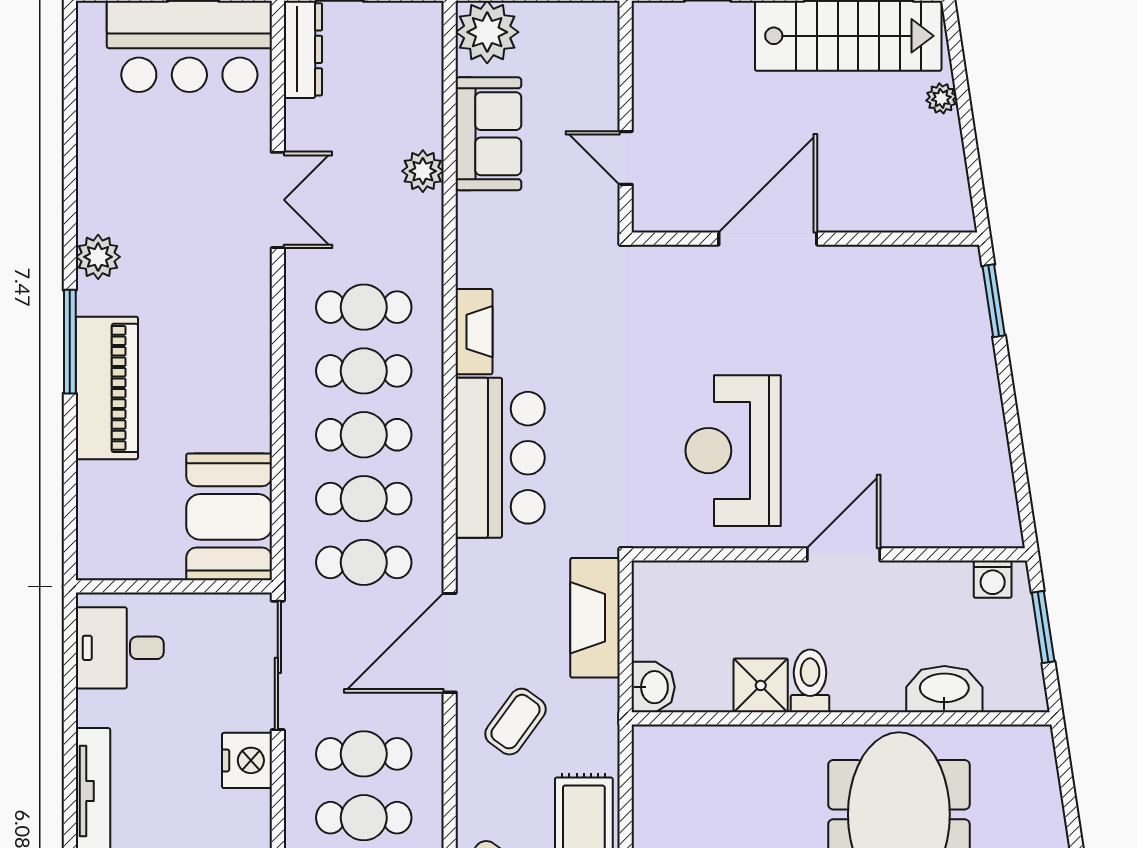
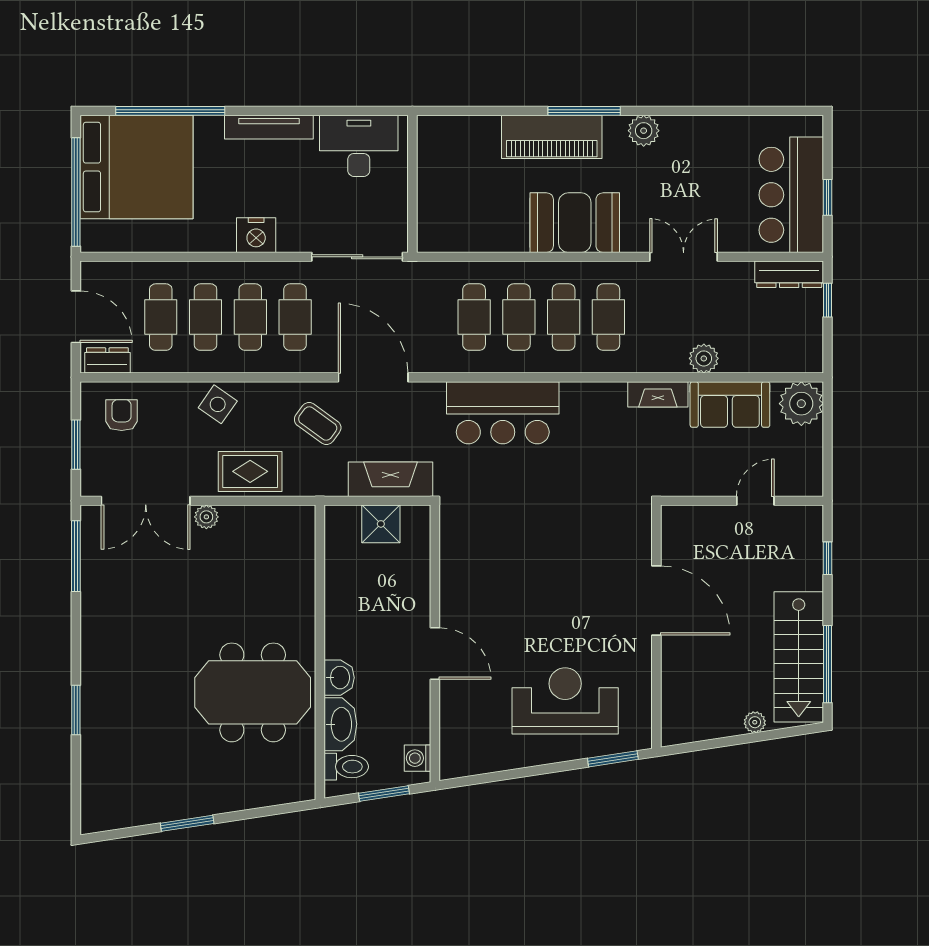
door: (626, 158) -> (755, 501), moved
double door: (278, 200) -> (684, 257), swing flipped
fireplace: (474, 332) -> (658, 394), moved
reception desk: (733, 451) -> (565, 701), moved
booth: (229, 517) -> (575, 223), moved
cafe table: (364, 562) -> (429, 317), removed
desk: (120, 648) -> (359, 146), width x1.37
toilet: (810, 681) -> (346, 767), moved
shower: (761, 685) -> (381, 524), moved
washbasin: (653, 687) -> (339, 678), moved, turned -90
nightstand: (247, 760) -> (256, 235), moved

